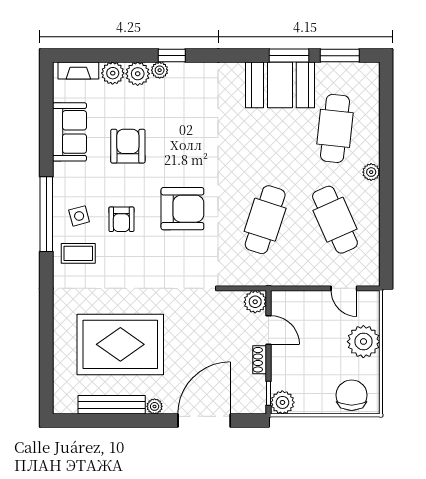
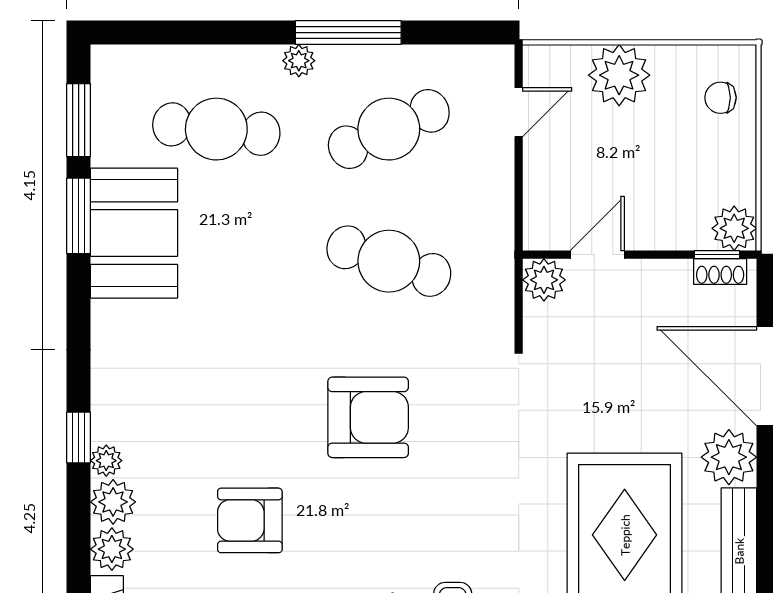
window: (386, 198) -> (348, 33), added
armchair: (182, 209) -> (368, 417), turned 90
armchair: (121, 219) -> (388, 533), removed
shoe rack: (260, 360) -> (720, 271), moved
chair: (352, 395) -> (721, 98), width x0.54, depth x0.54
plant: (155, 406) -> (729, 457), width x1.88, depth x1.88

